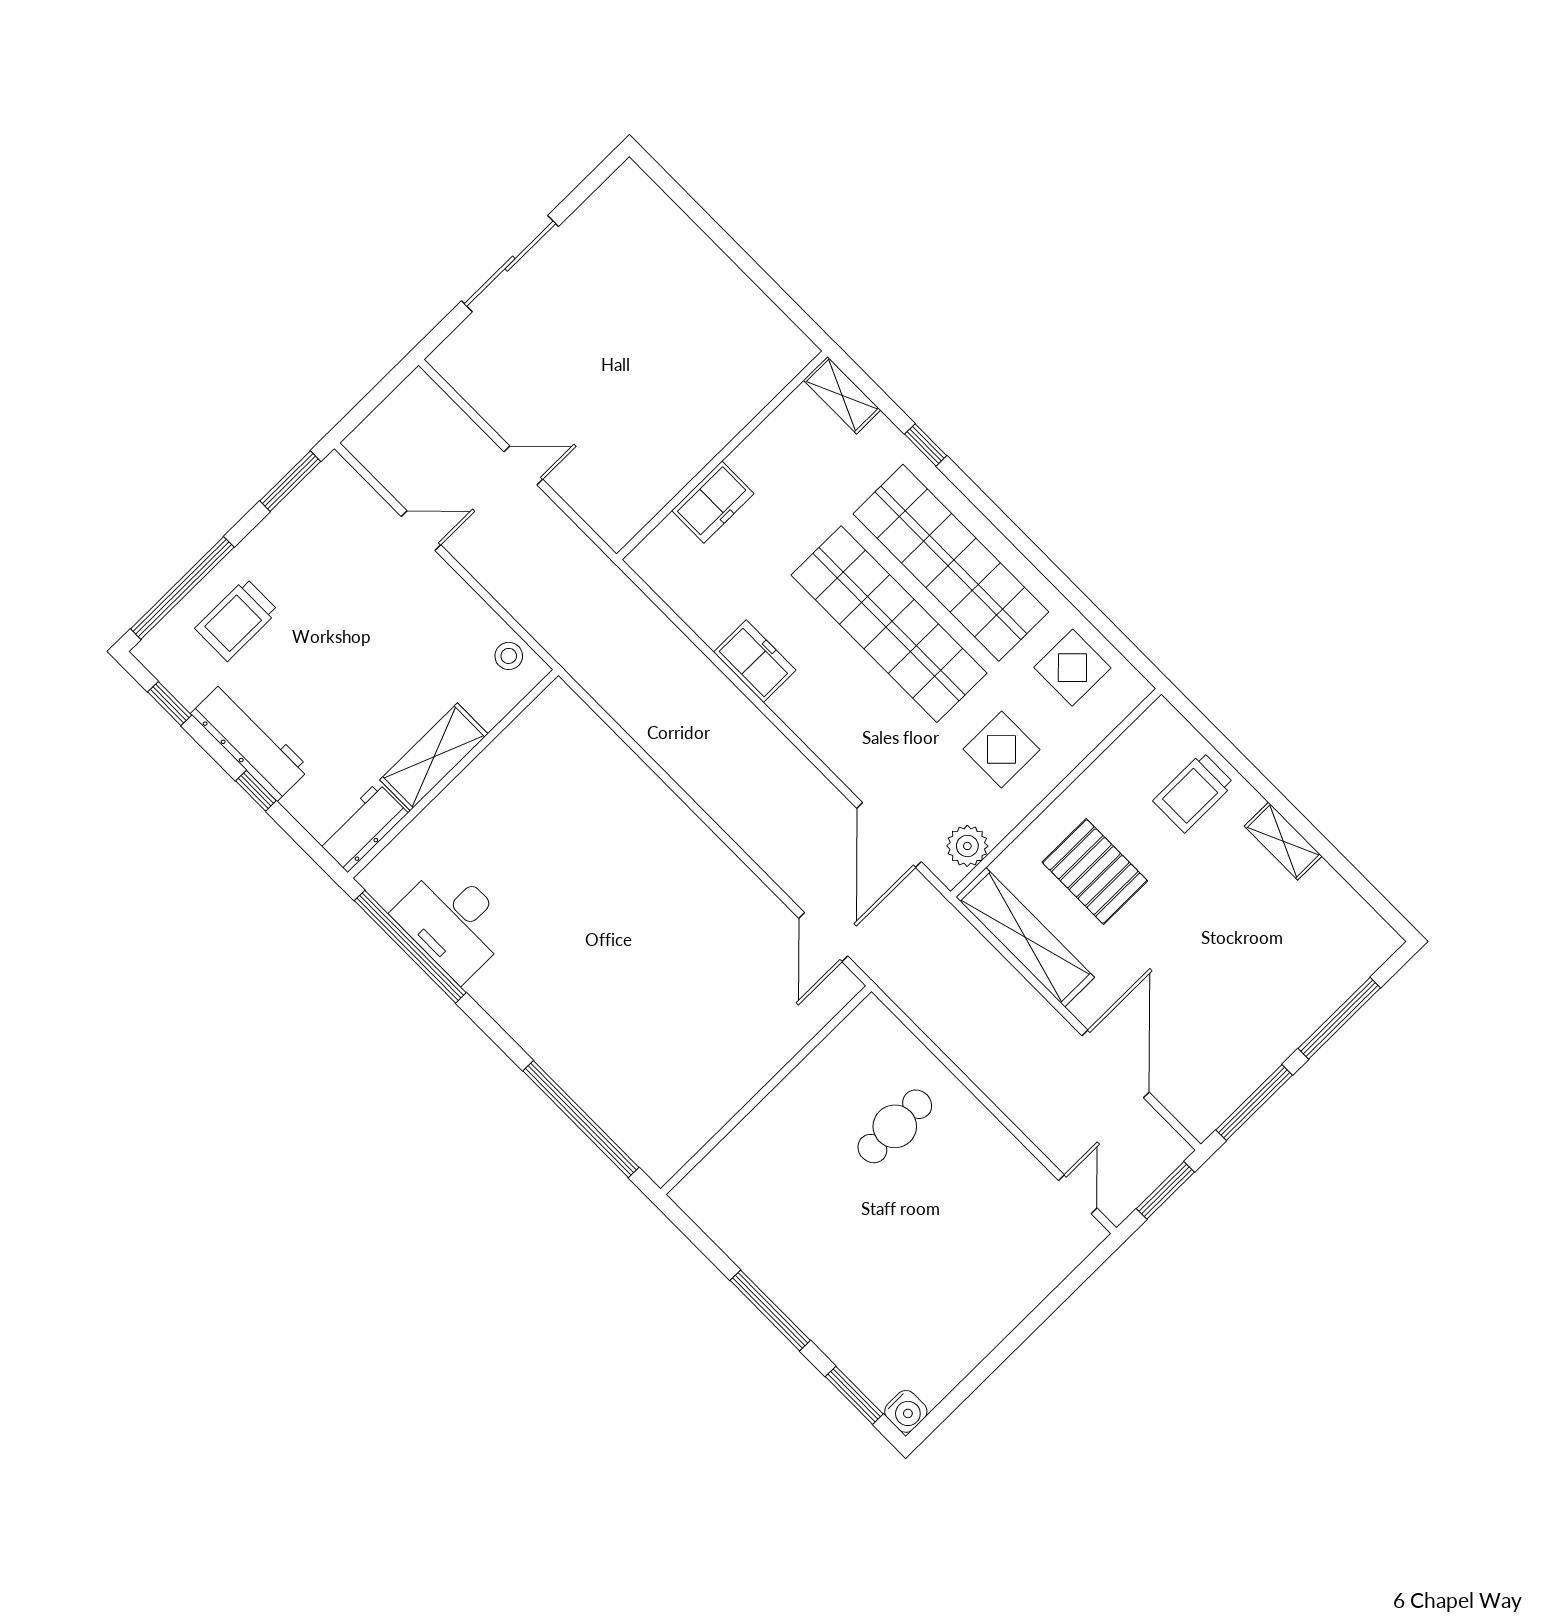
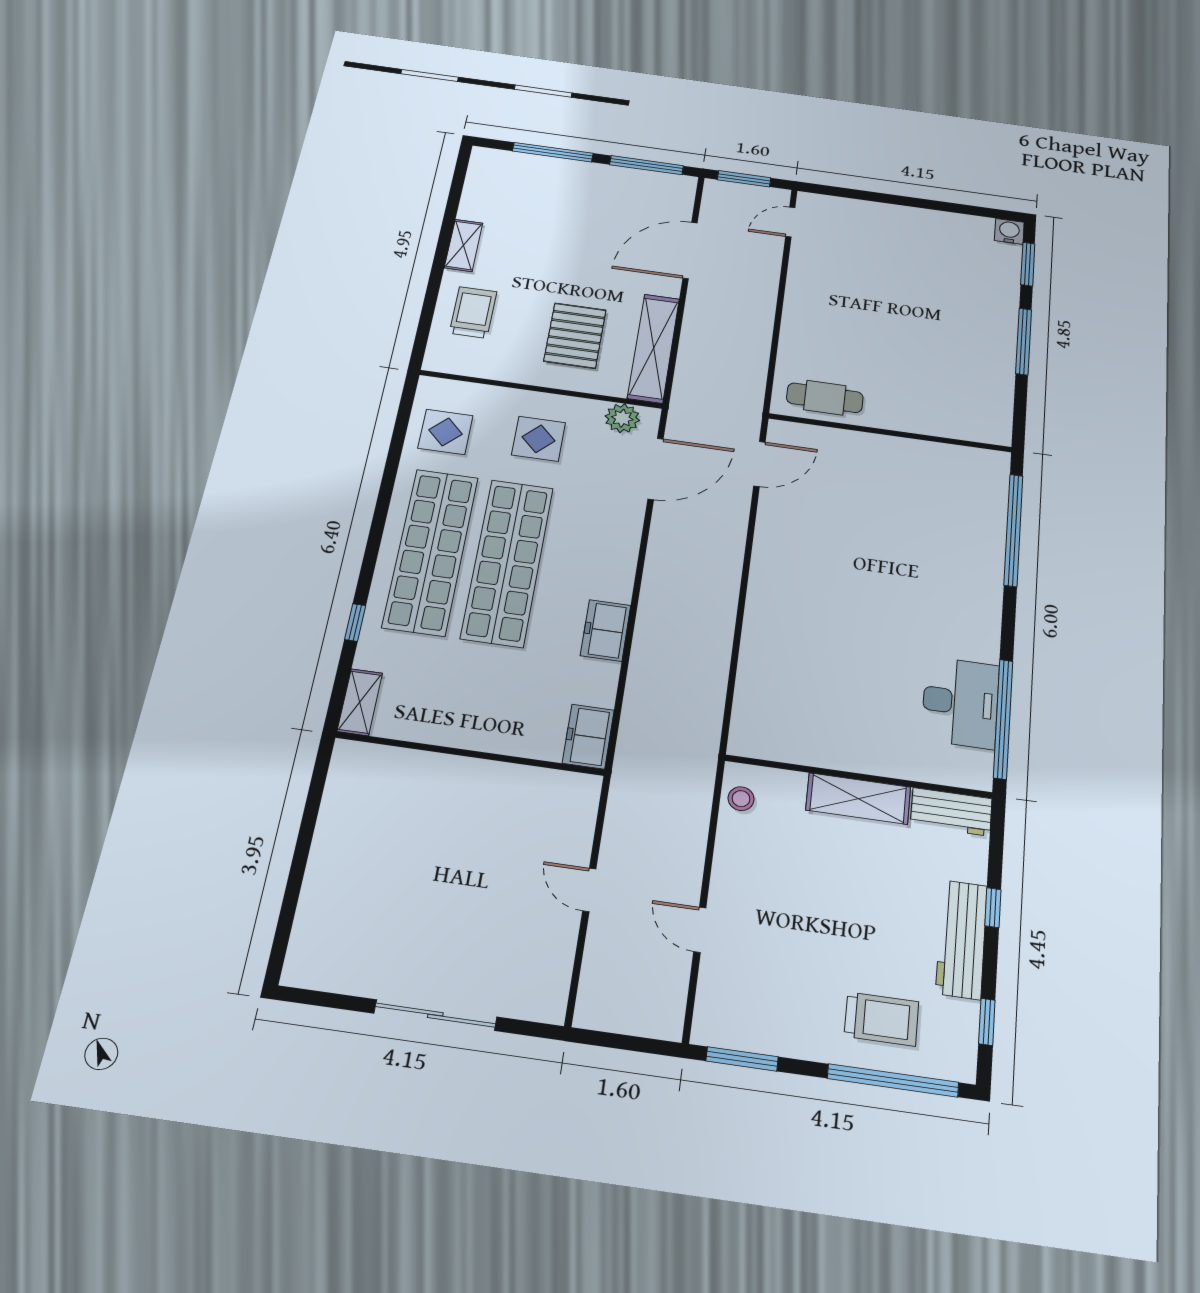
freezer: (713, 502) -> (588, 737), moved, turned -90
trolley: (1194, 792) -> (473, 312), turned -90
cafe table: (895, 1126) -> (825, 398), moved

